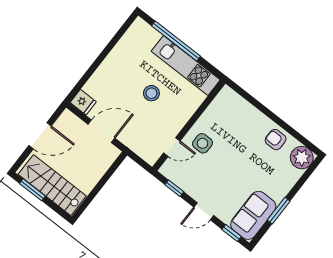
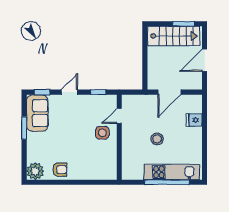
kitchen unit: (186, 65) -> (172, 172), moved
fridge: (83, 102) -> (194, 120), moved

